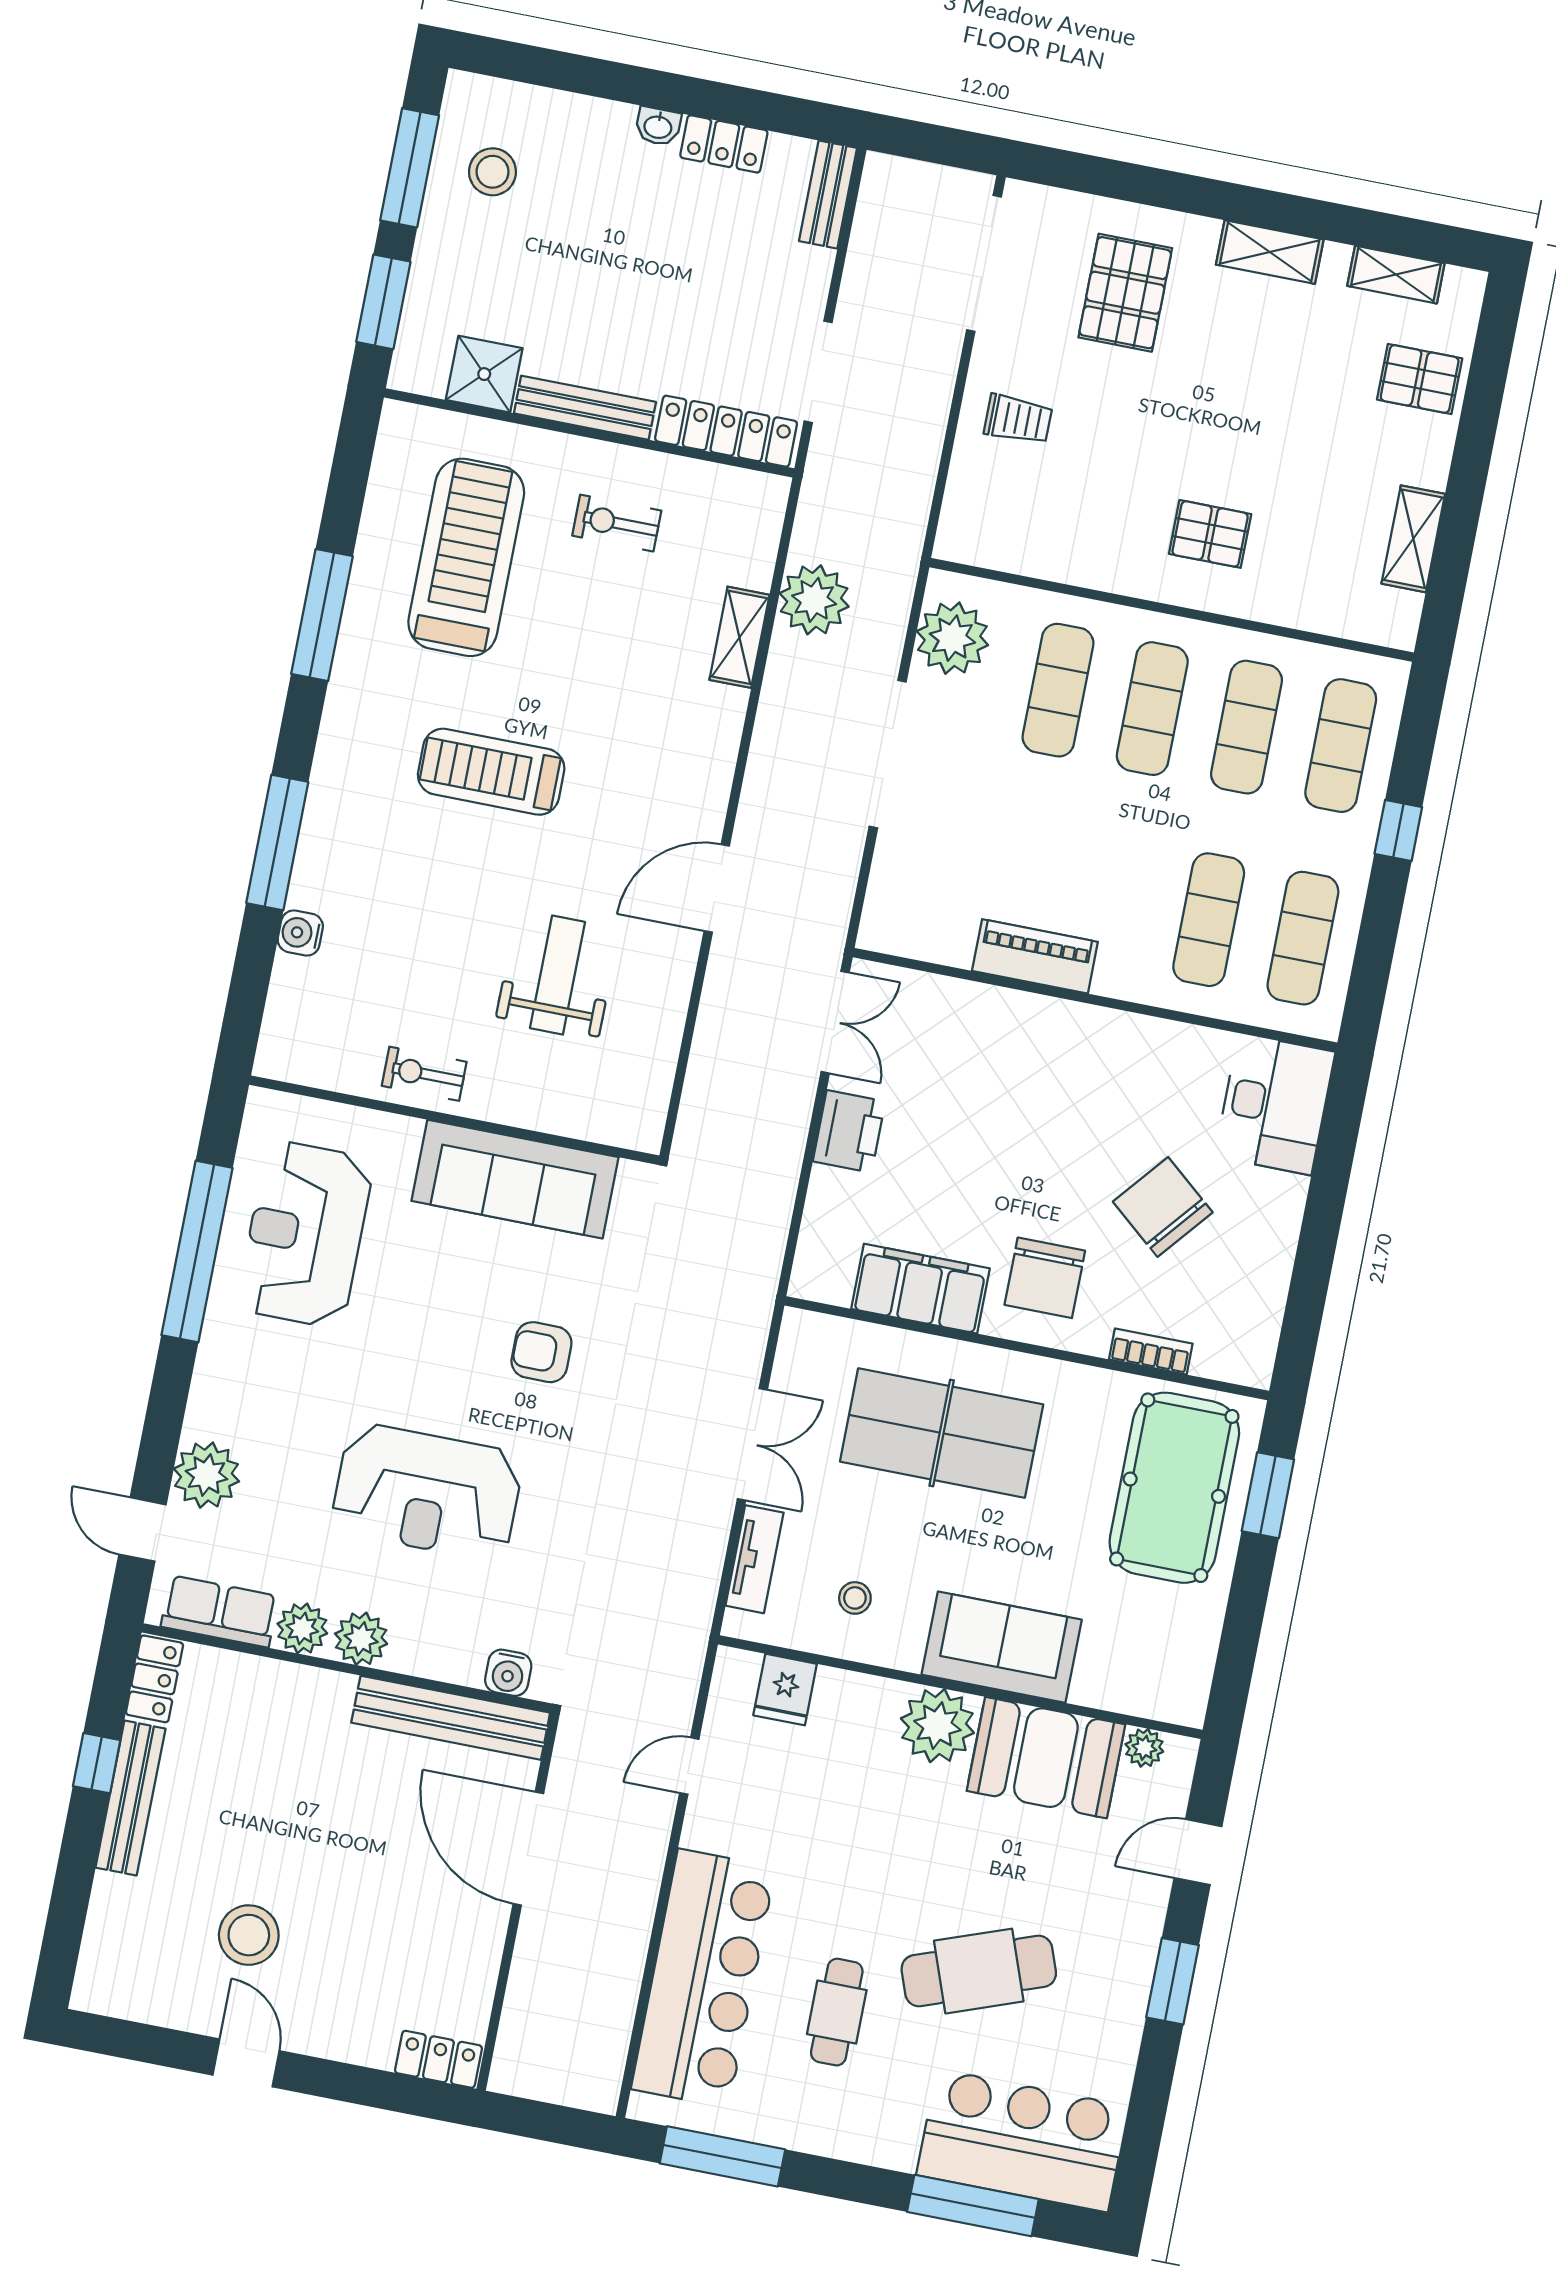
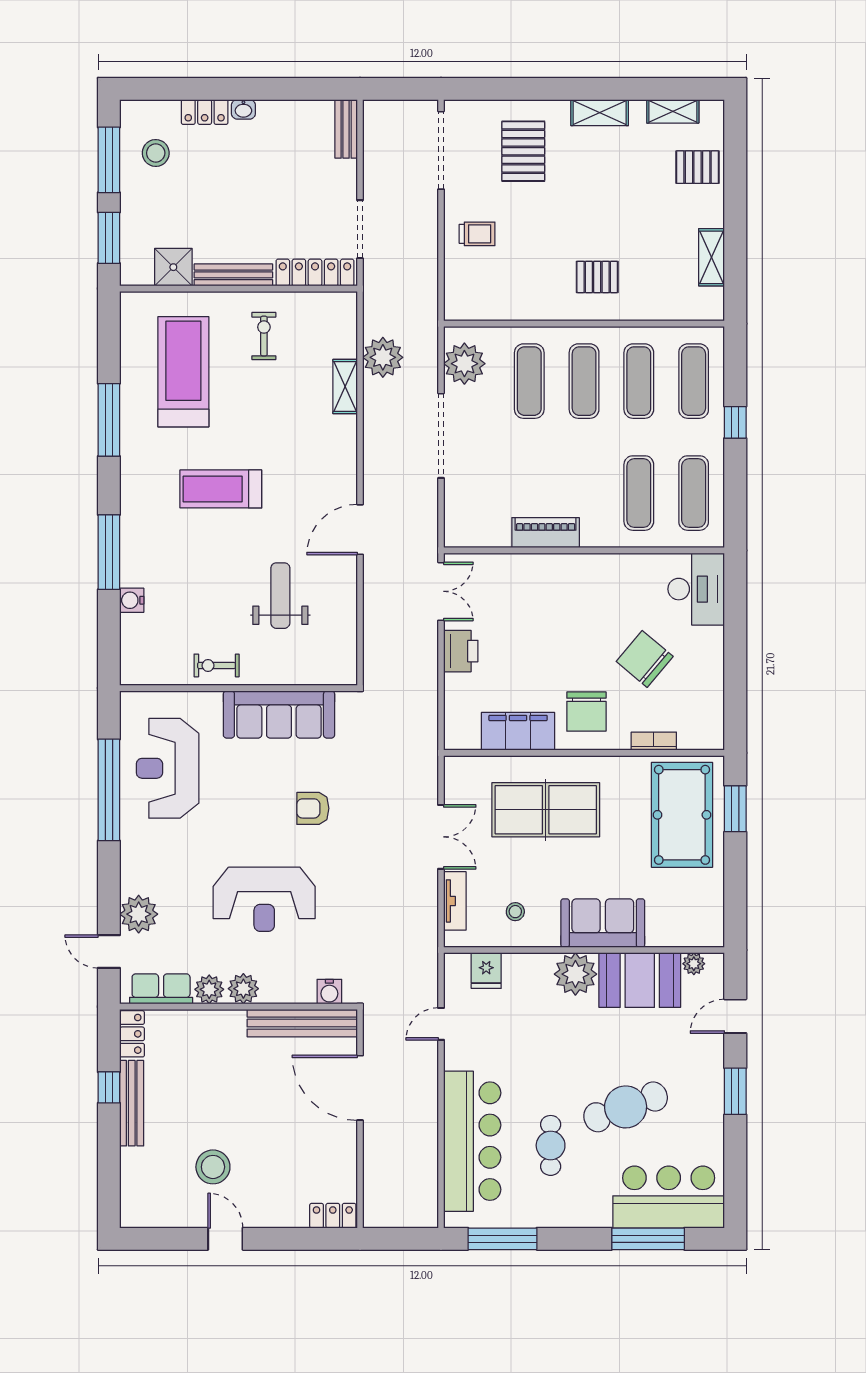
locker: (724, 144) -> (205, 112), moved
exercise bike: (617, 523) -> (264, 336), turned 90

